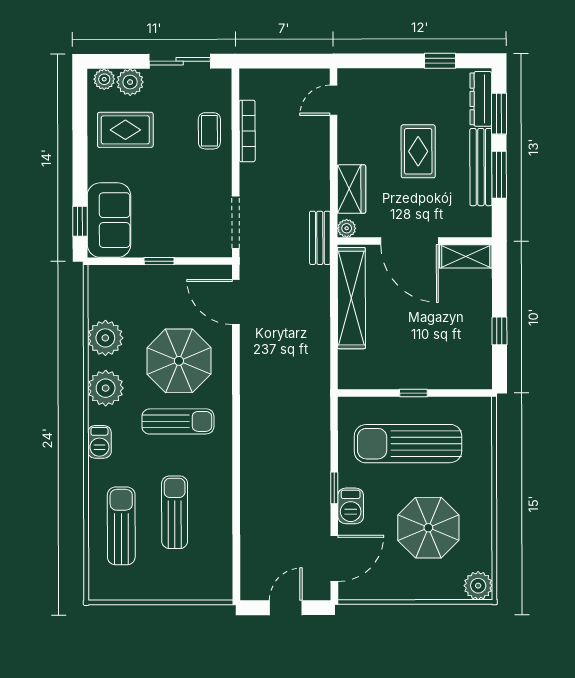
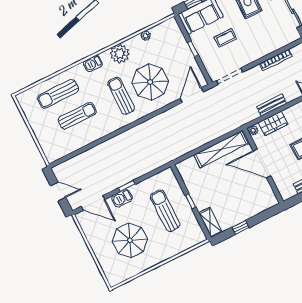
coffee table: (209, 131) -> (225, 38), moved
bench: (320, 238) -> (272, 105), moved
door: (410, 241) -> (262, 163), hinge flipped
shelving: (466, 256) -> (210, 223), moved
plant: (105, 338) -> (146, 36), width x0.53, depth x0.53
sun lounger: (178, 421) -> (121, 96), turned 180
sun lounger: (408, 444) -> (165, 211), width x0.73, depth x0.75
sun lounger: (121, 526) -> (58, 94), turned 180
plant: (478, 586) -> (114, 278), removed

